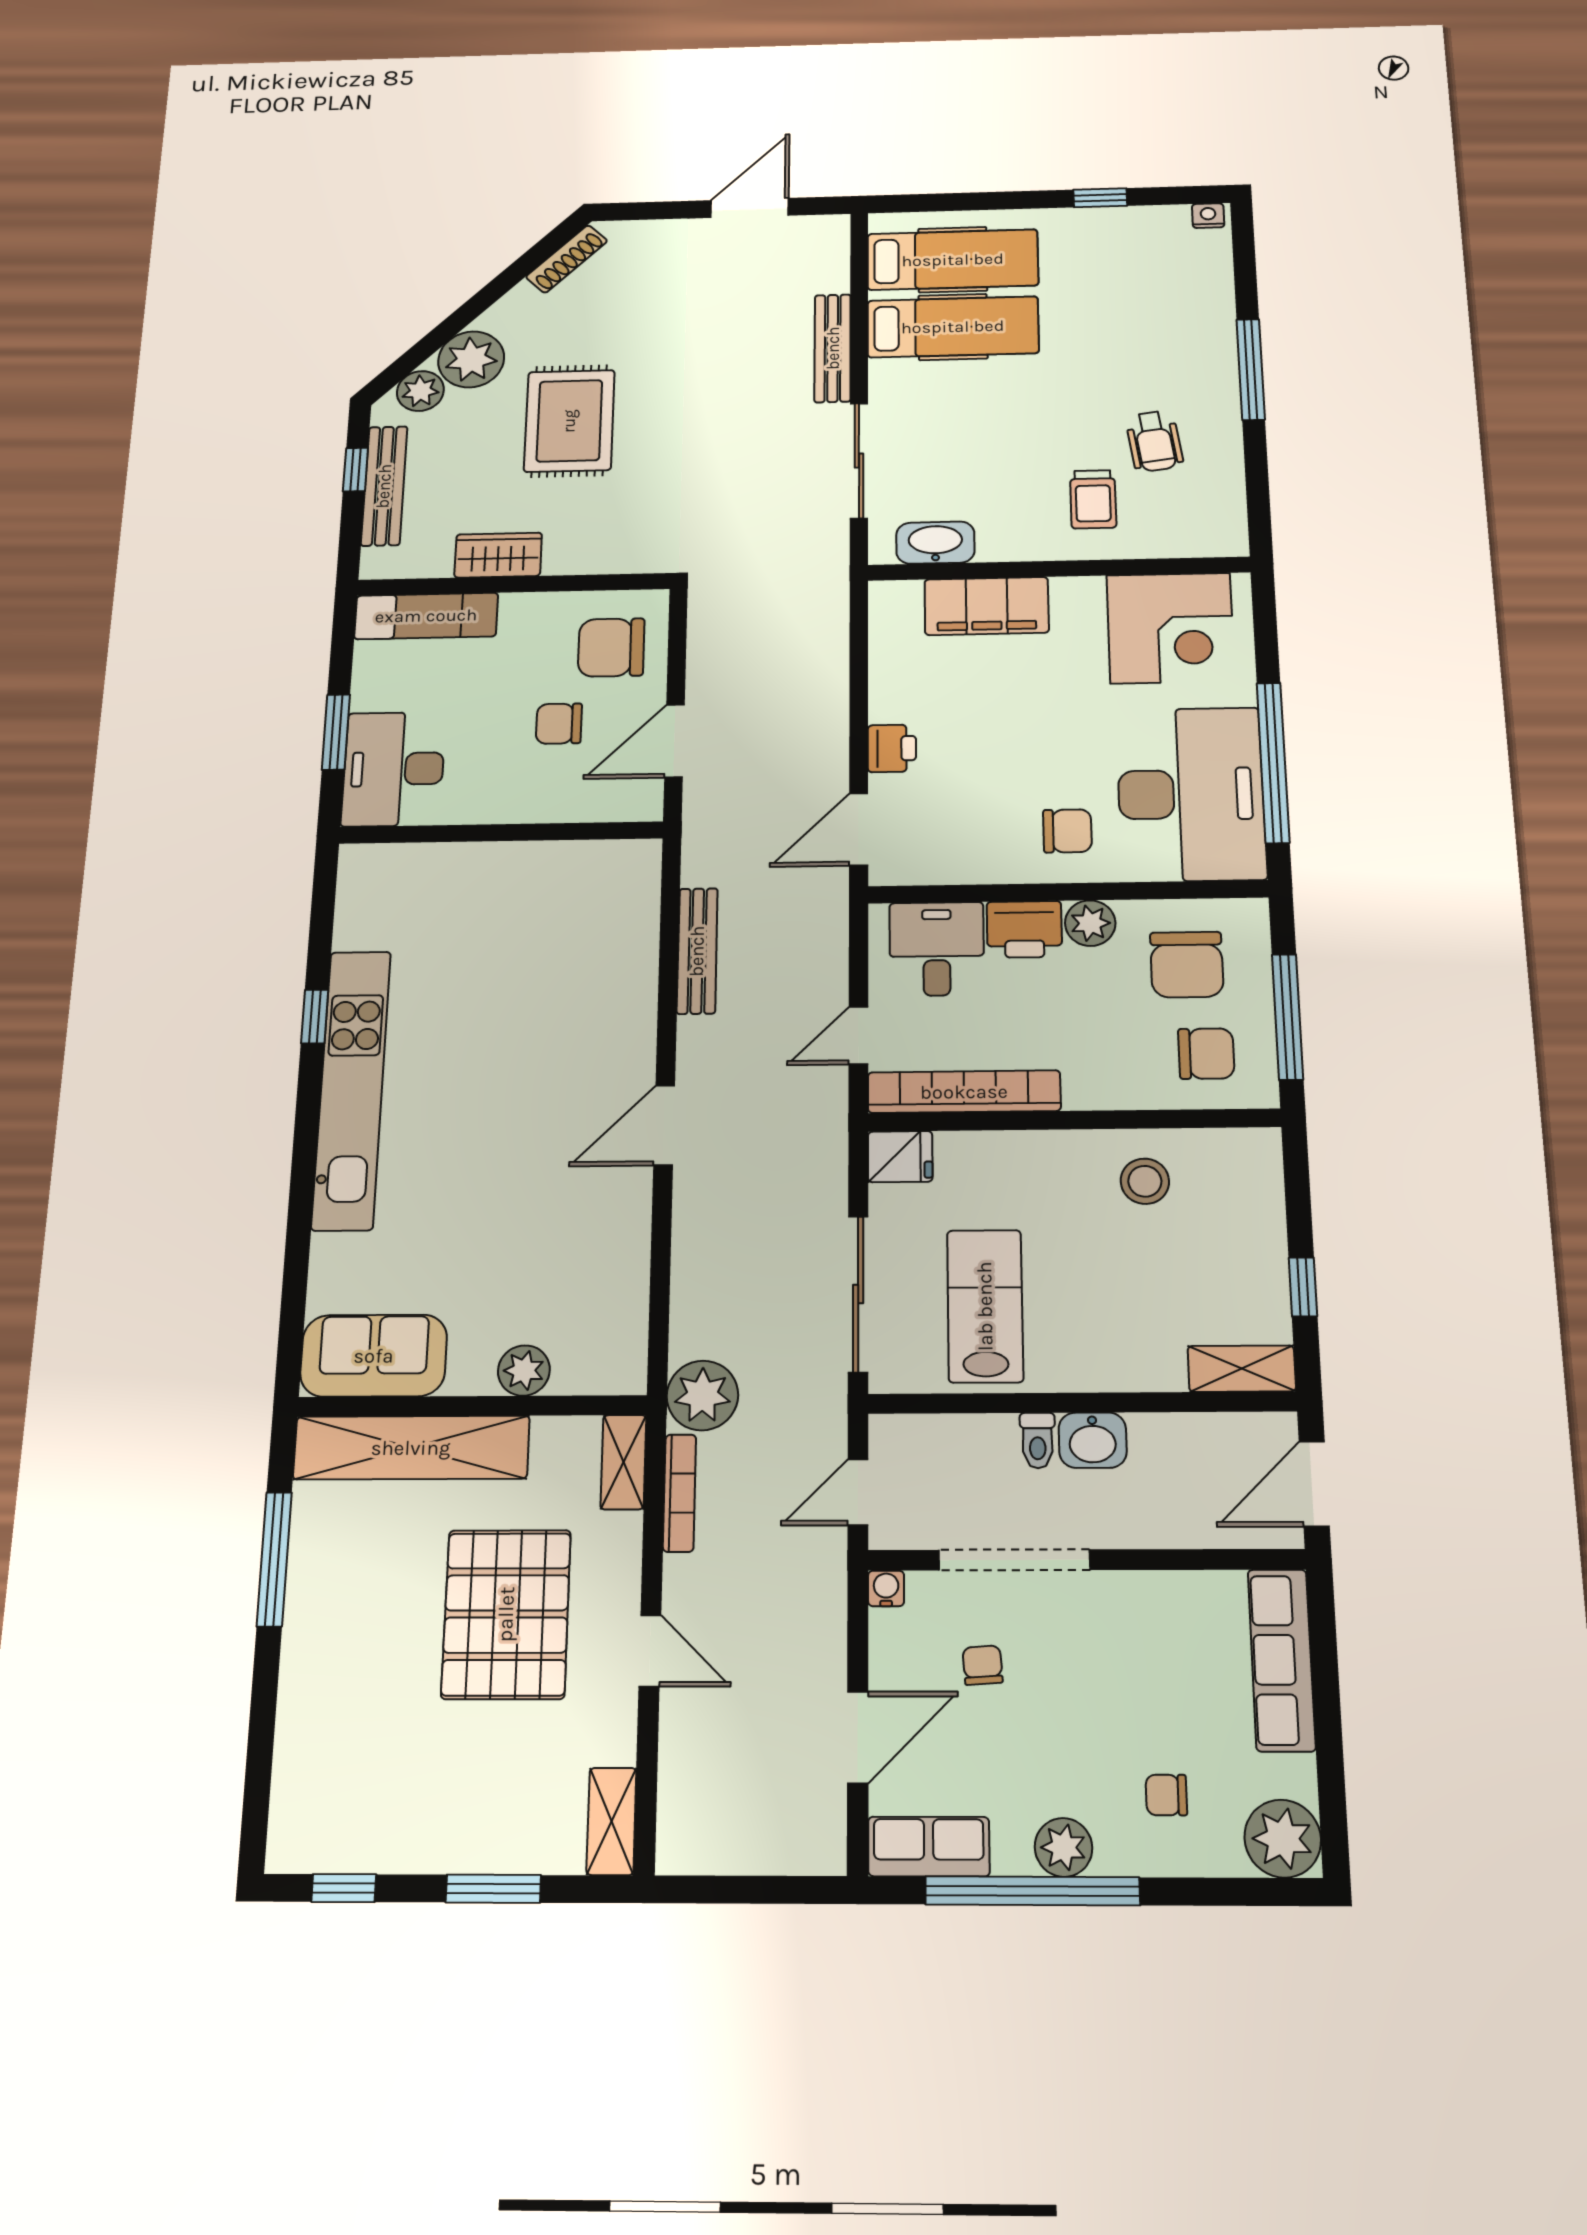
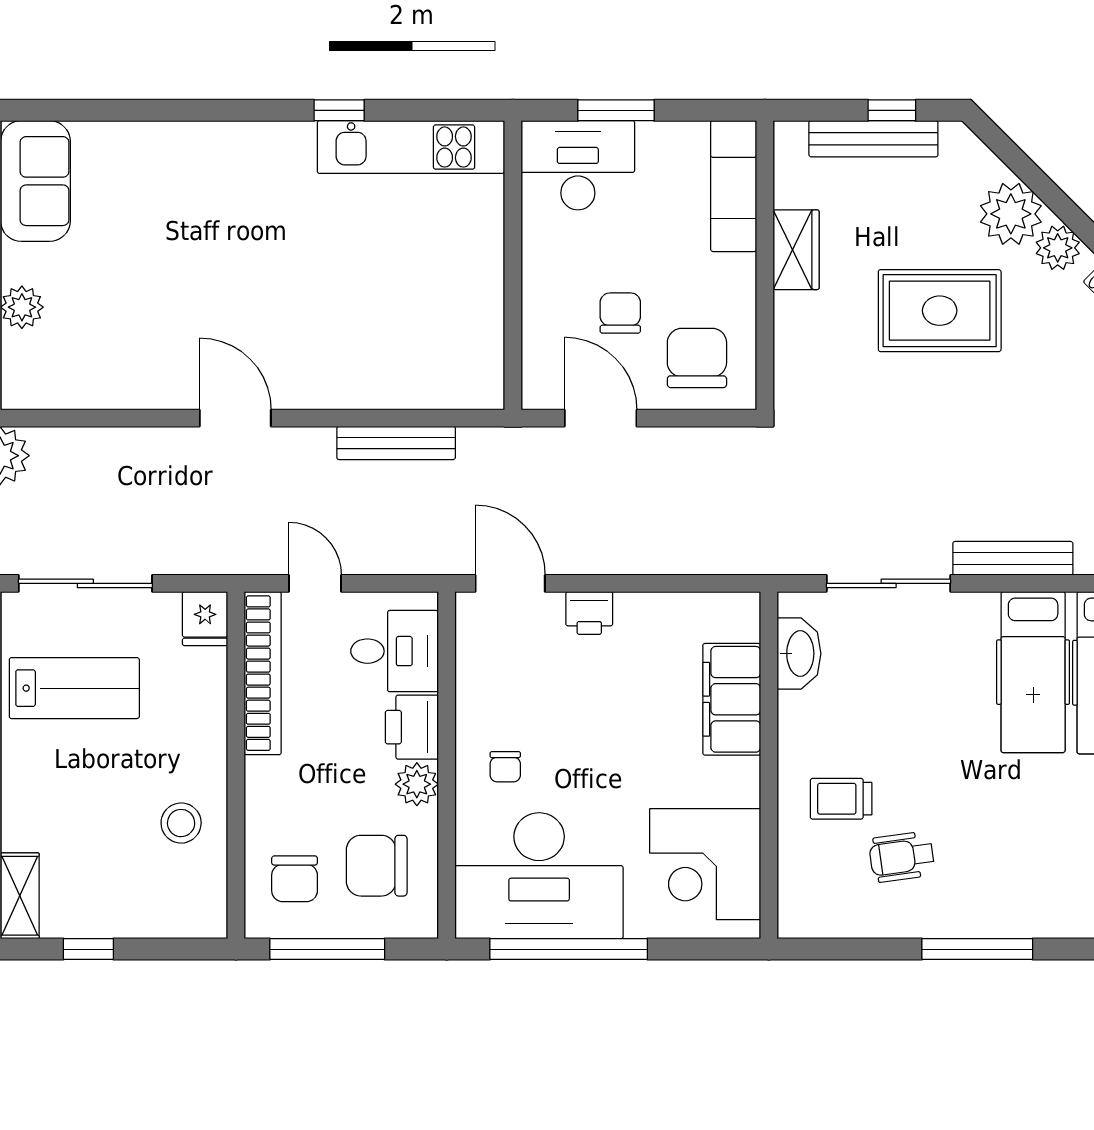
plant: (420, 391) -> (1058, 248), moved
chair: (1067, 831) -> (505, 767), width x0.73, depth x0.73
kitchen unit: (351, 1089) -> (411, 147), moved, width x0.73

